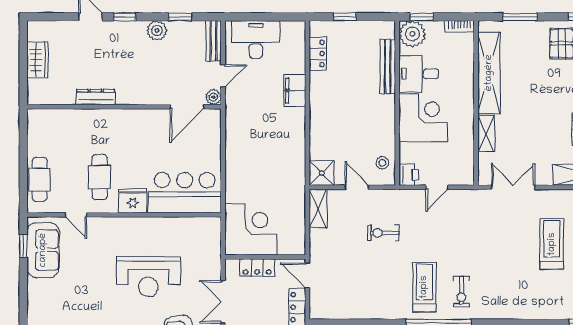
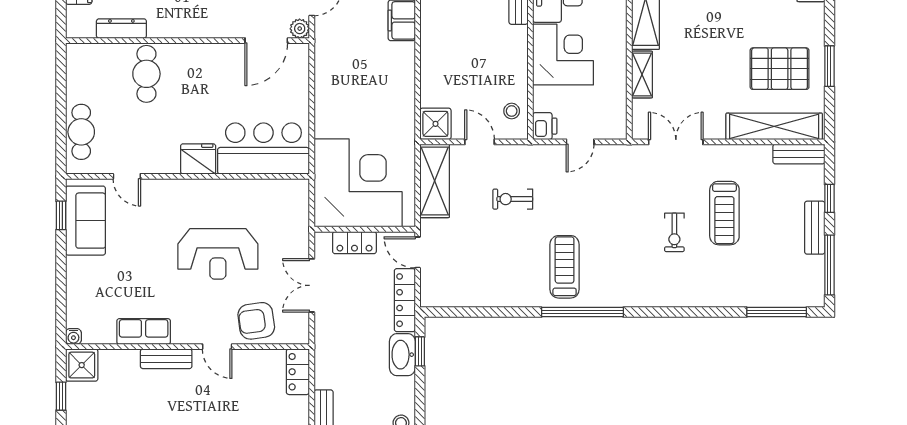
dresser: (96, 97) -> (121, 29), moved
cafe table: (100, 177) -> (146, 74), moved
shelving: (318, 209) -> (435, 181), width x1.50, depth x1.33
corner desk: (251, 229) -> (358, 183), width x1.36, depth x1.36
treadmill: (552, 244) -> (724, 213), turned 180
exercise bike: (461, 292) -> (674, 232), moved

